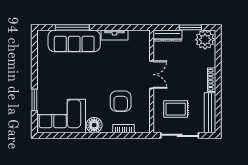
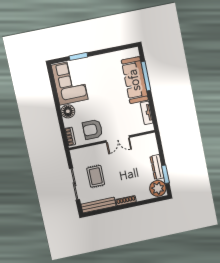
dresser: (167, 36) -> (157, 167), moved
double door: (152, 75) -> (118, 139), moved
wall: (152, 81) -> (112, 140), moved

